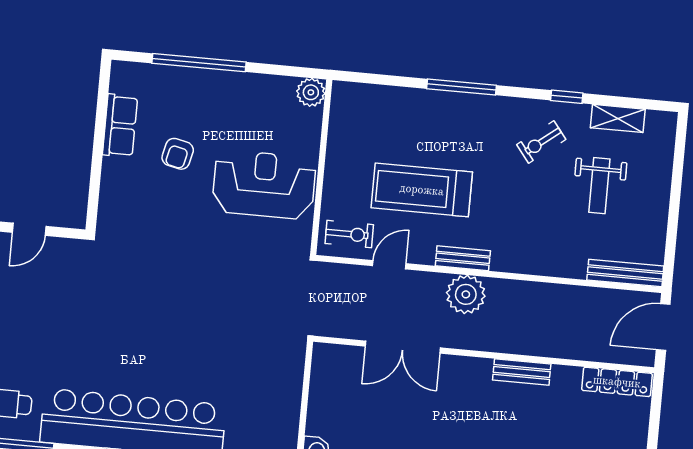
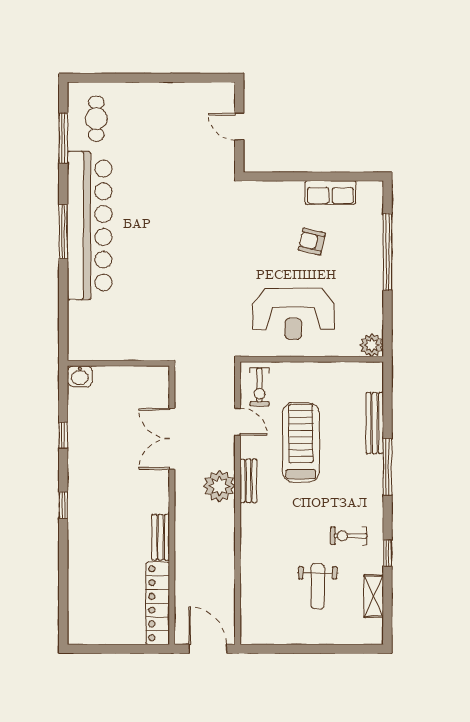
exercise bike: (541, 142) -> (349, 536), turned -52
reception desk: (264, 185) -> (293, 314), turned 90
weight bench: (599, 186) -> (318, 586), turned -90
bench: (625, 273) -> (375, 423), moved
locker: (617, 382) -> (158, 603), width x1.41, depth x1.21

